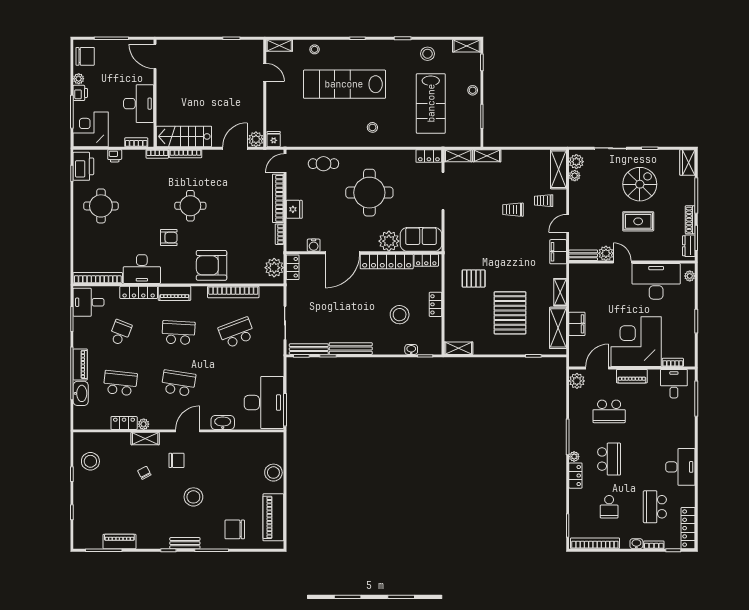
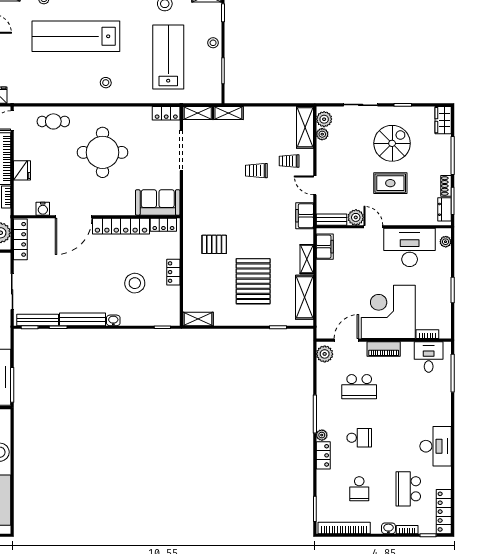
lab bench: (431, 103) -> (168, 57), turned 180
shoe rack: (690, 220) -> (446, 186), width x0.70
door: (568, 223) -> (315, 185), hinge flipped
plant: (389, 241) -> (123, 204), removed
locker: (293, 267) -> (20, 239), width x1.53
filing cabinet: (577, 324) -> (325, 247), moved
washbasin: (411, 349) -> (113, 320), moved
school desk: (609, 459) -> (359, 438), width x0.54

